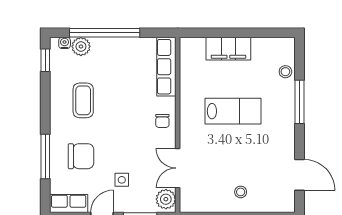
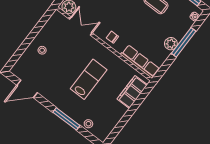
window: (105, 33) -> (184, 42), width x0.68
plant: (81, 46) -> (171, 44), moved
filing cabinet: (228, 49) -> (132, 92), moved
lab bench: (233, 111) -> (89, 79), turned 180

